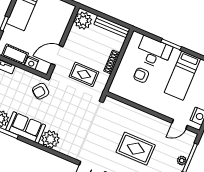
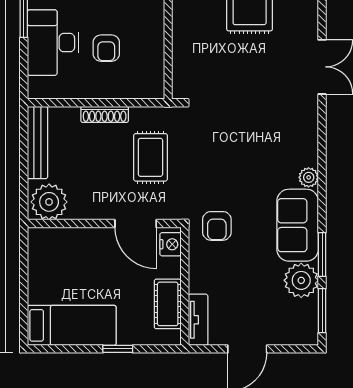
nightstand: (32, 63) -> (171, 244), moved
armchair: (41, 91) -> (217, 226), turned 51
plant: (50, 139) -> (309, 177), width x0.53, depth x0.53

